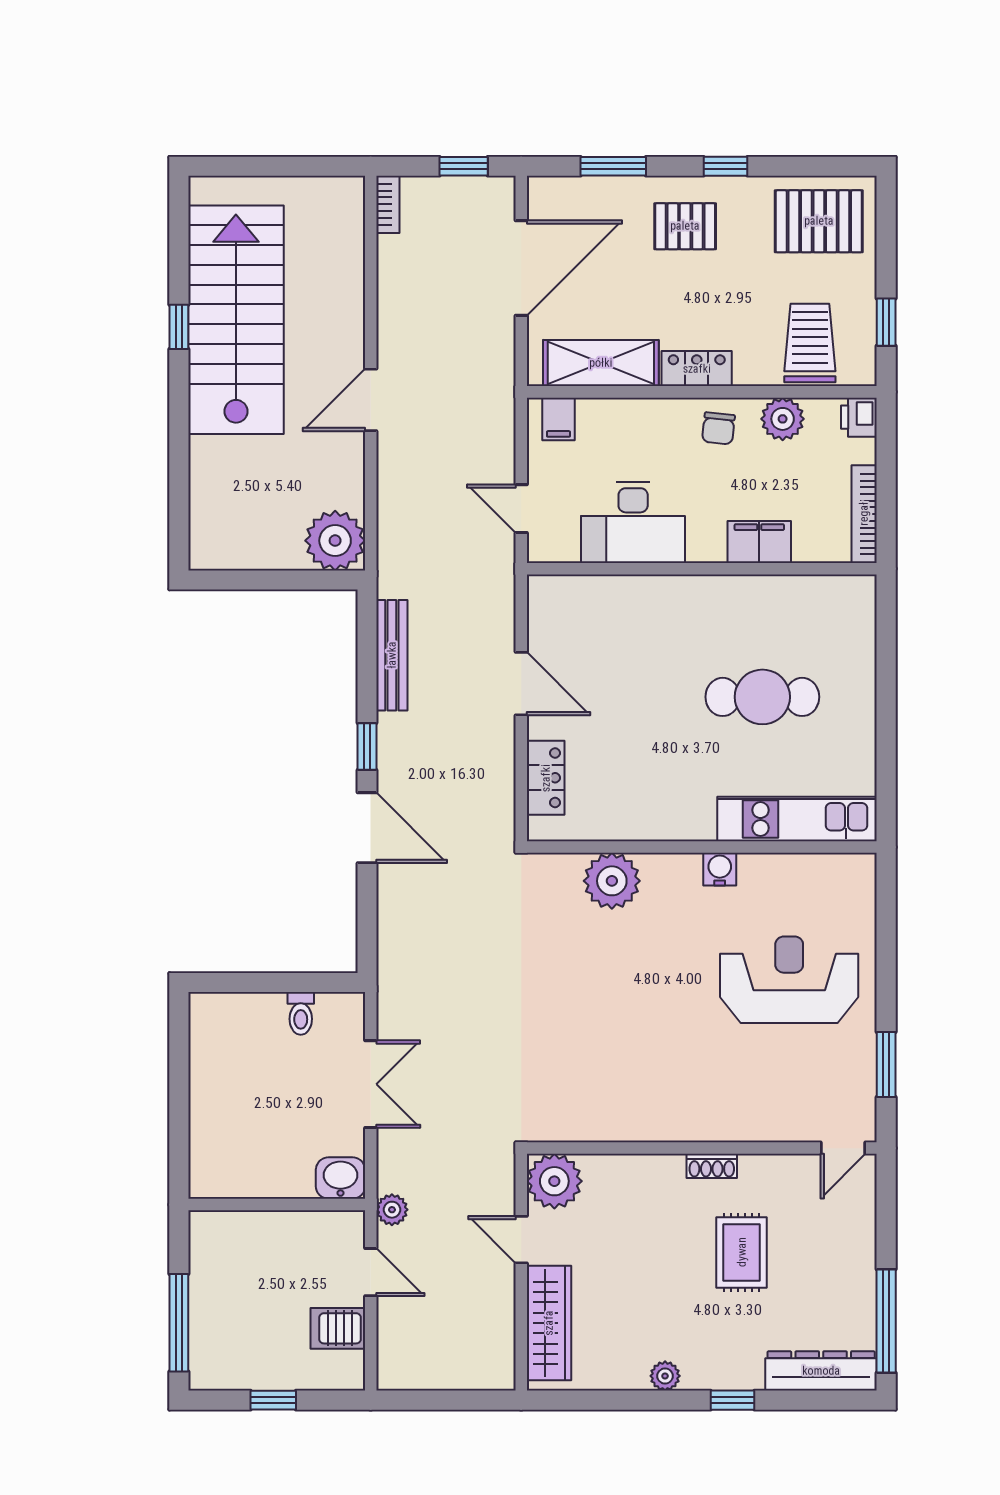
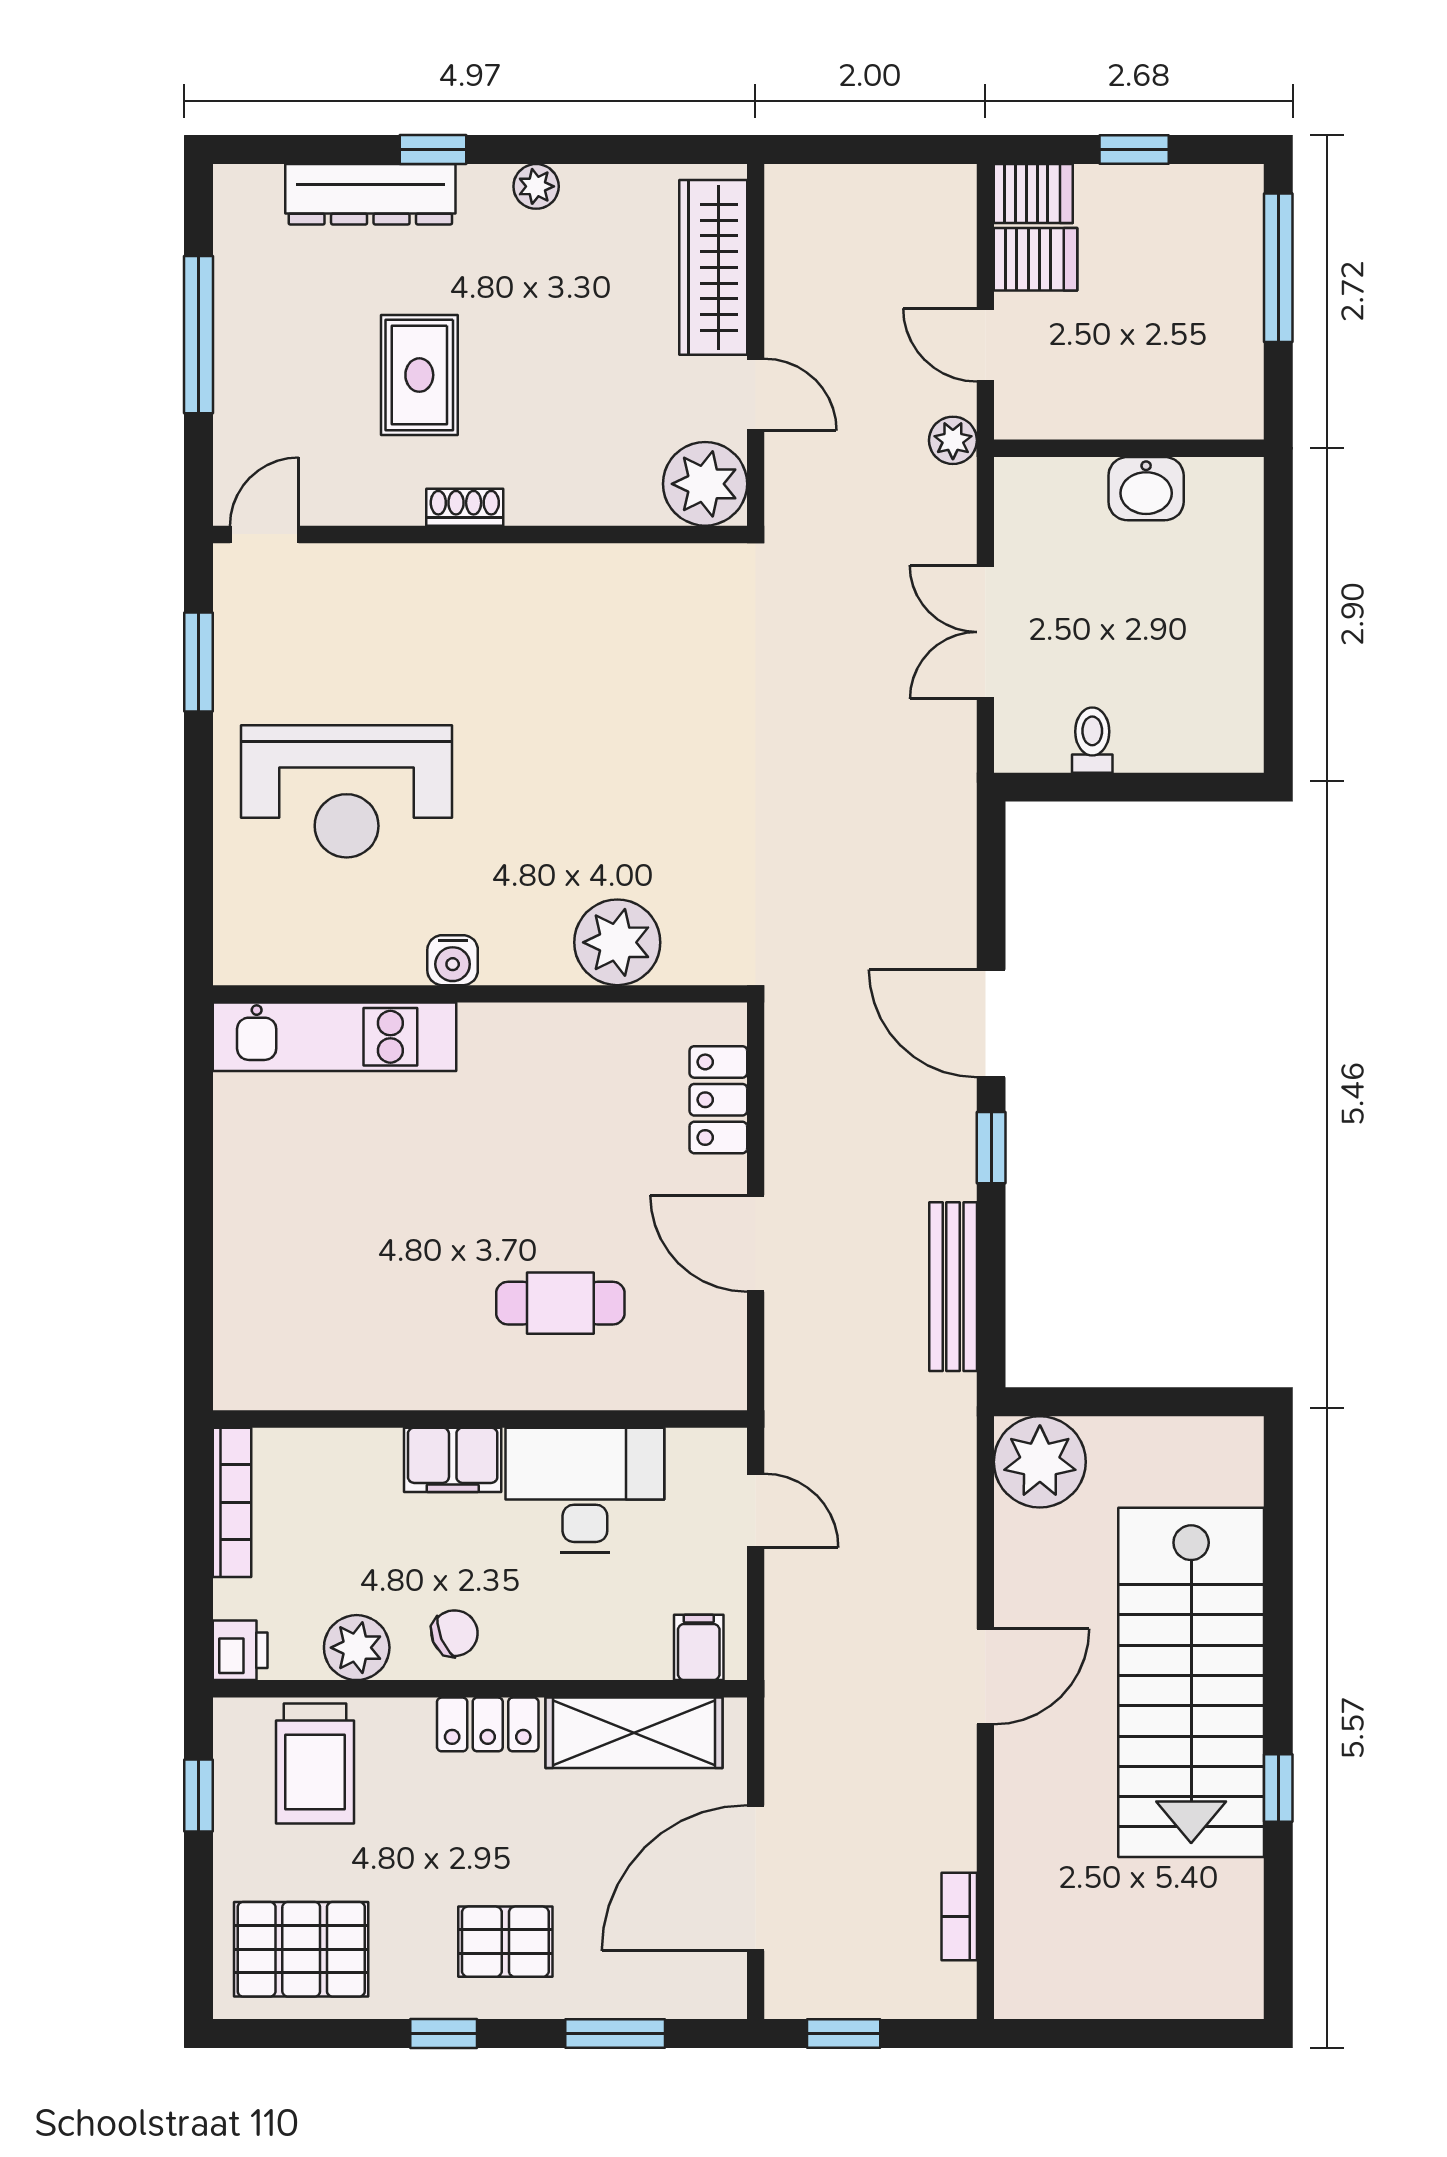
bookcase: (388, 204) -> (959, 1916), moved
stairs: (236, 320) -> (1191, 1682), moved
chair: (718, 428) -> (455, 1633), turned 61
filing cabinet: (759, 542) -> (453, 1460), moved
cafe table: (762, 697) -> (560, 1303), moved, width x0.73, depth x0.74
washbasin: (341, 1178) -> (1146, 489), moved
window: (886, 1321) -> (199, 335), moved
server rack: (339, 1371) -> (1033, 194), added
dresser: (821, 1371) -> (370, 194), moved

